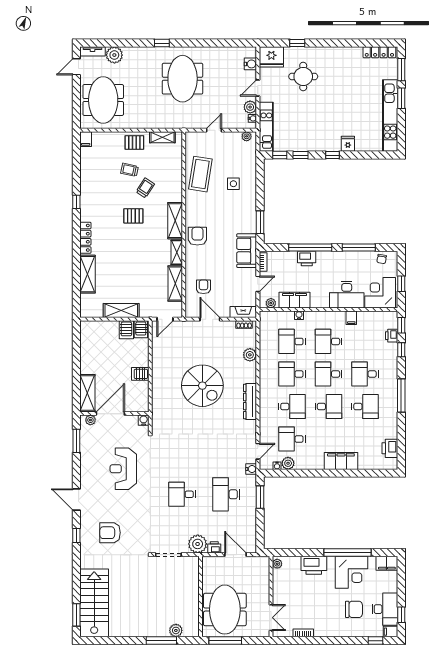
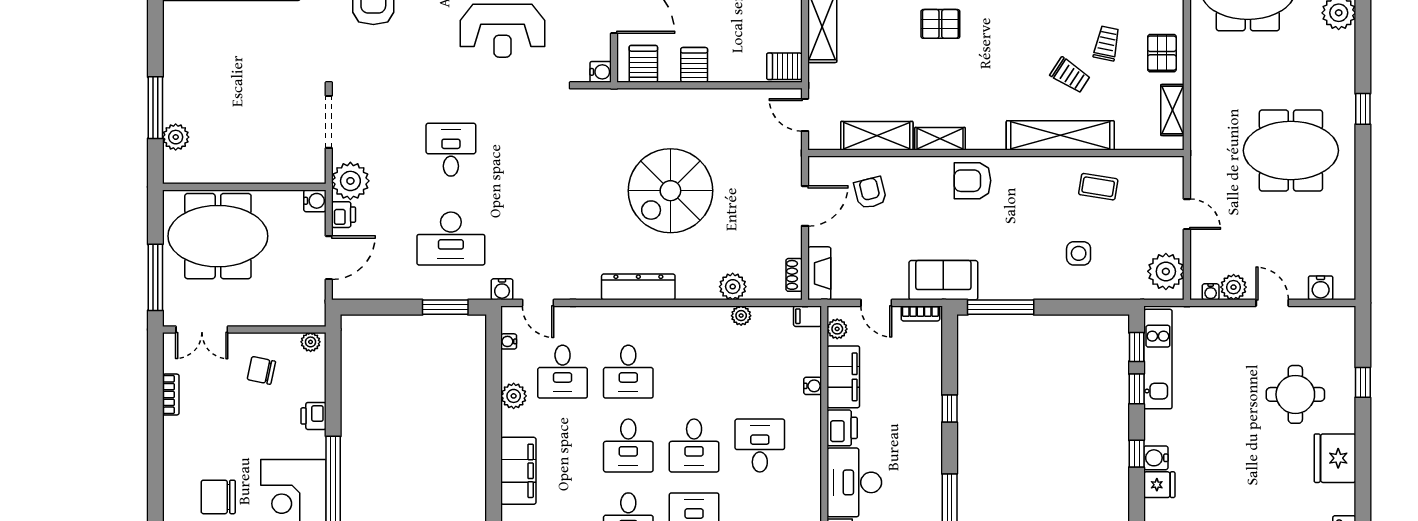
fridge: (271, 57) -> (1335, 458), moved
kitchen unit: (266, 127) -> (1158, 359), moved, turned -90
plant: (247, 136) -> (1166, 271), width x1.88, depth x1.88
water cooler: (335, 145) -> (1156, 458), added
coffee table: (200, 174) -> (1098, 187), width x0.54, depth x0.58
pallet: (133, 216) -> (940, 24), moved, turned 90
shelving: (175, 221) -> (1060, 135), moved, width x1.47
window: (260, 222) -> (1001, 307), width x1.44
armchair: (197, 236) -> (972, 181), turned 180
window: (310, 248) -> (950, 409), width x0.32
printer: (307, 259) -> (842, 428), moved, turned 180
armchair: (203, 287) -> (870, 193), turned -104
filing cabinet: (351, 318) -> (808, 316), moved
server rack: (126, 330) -> (643, 64), moved, turned 90
desk: (292, 341) -> (760, 372), removed
plant: (264, 351) -> (741, 316), added
desk: (292, 374) -> (694, 372), removed
desk: (328, 374) -> (694, 445), turned 180
desk: (292, 439) -> (563, 372), turned 180
plant: (288, 463) -> (514, 396), moved
reception desk: (123, 469) -> (502, 31), turned 180
desk: (226, 494) -> (451, 239), turned 180
water cooler: (207, 562) -> (315, 201), added
printer: (314, 565) -> (313, 416), width x0.53, depth x0.68
chair: (291, 588) -> (261, 370), added
chair: (354, 609) -> (218, 497), turned 90
window: (225, 641) -> (155, 277), moved

